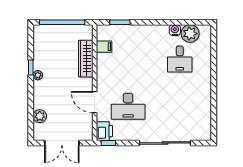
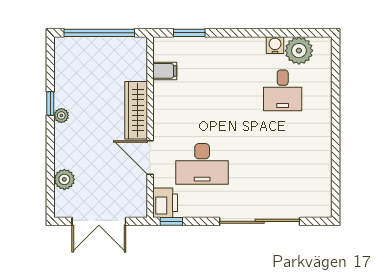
wardrobe: (86, 59) -> (136, 110), moved

